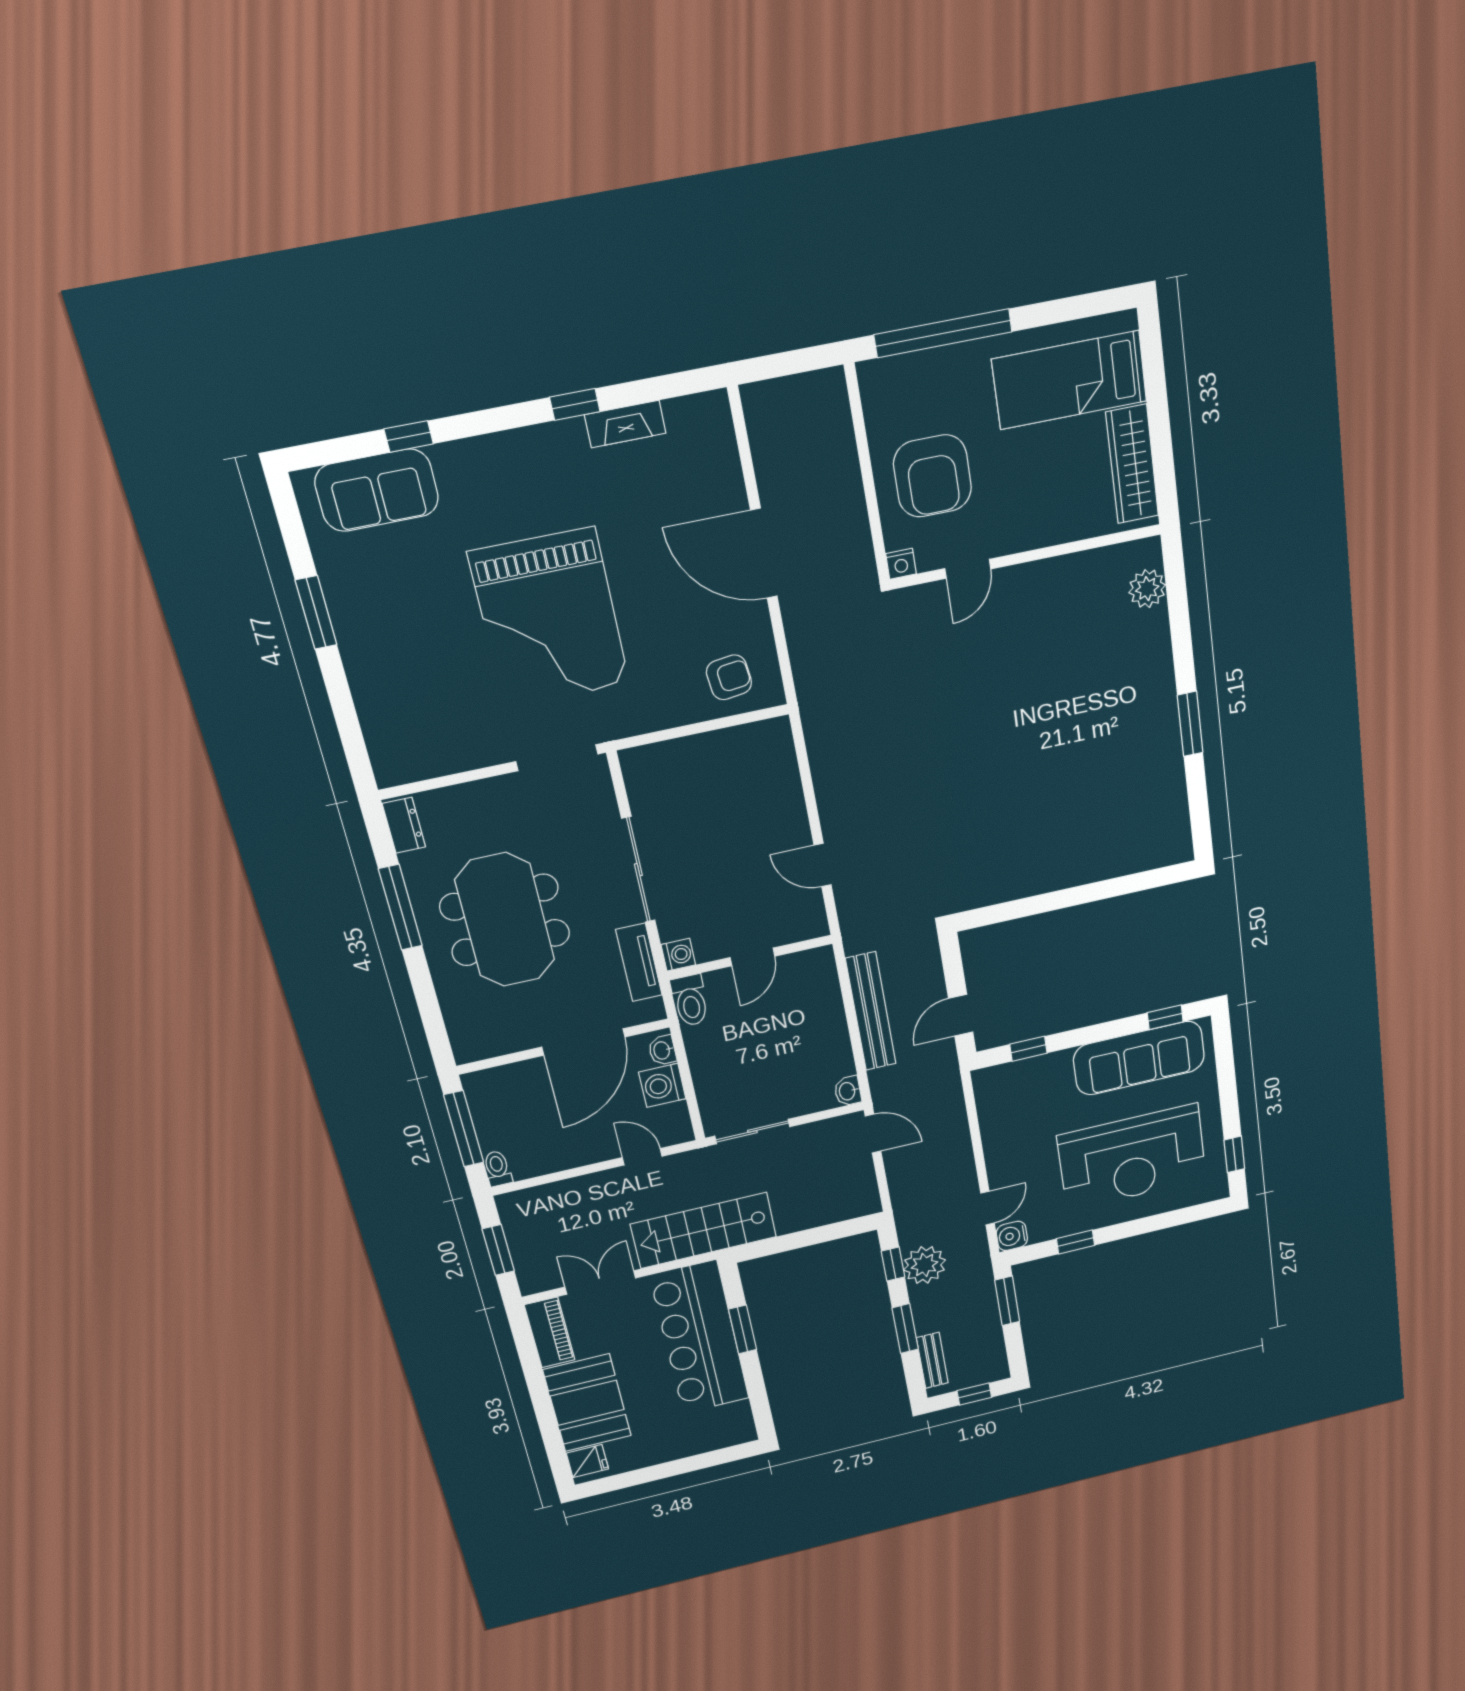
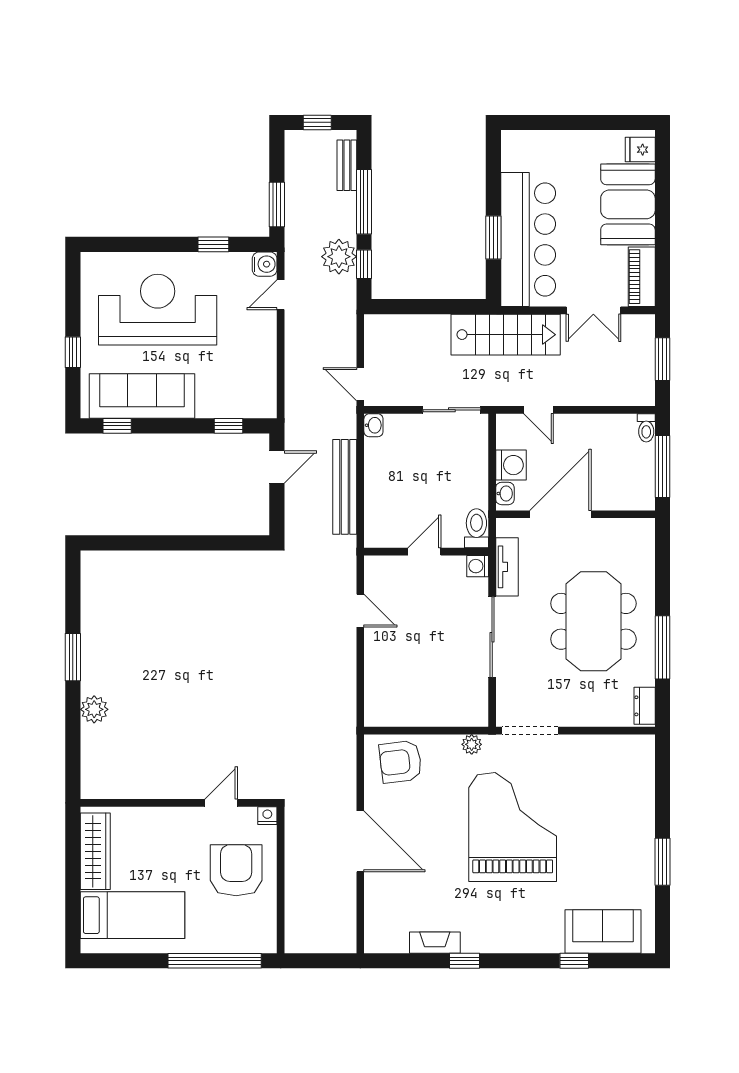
plant: (1147, 589) -> (94, 709), moved
armchair: (729, 677) -> (401, 762), width x1.38, depth x1.38
plant: (634, 722) -> (472, 744), added
window: (1234, 1154) -> (73, 352), moved
window: (905, 1329) -> (364, 202), width x1.44

